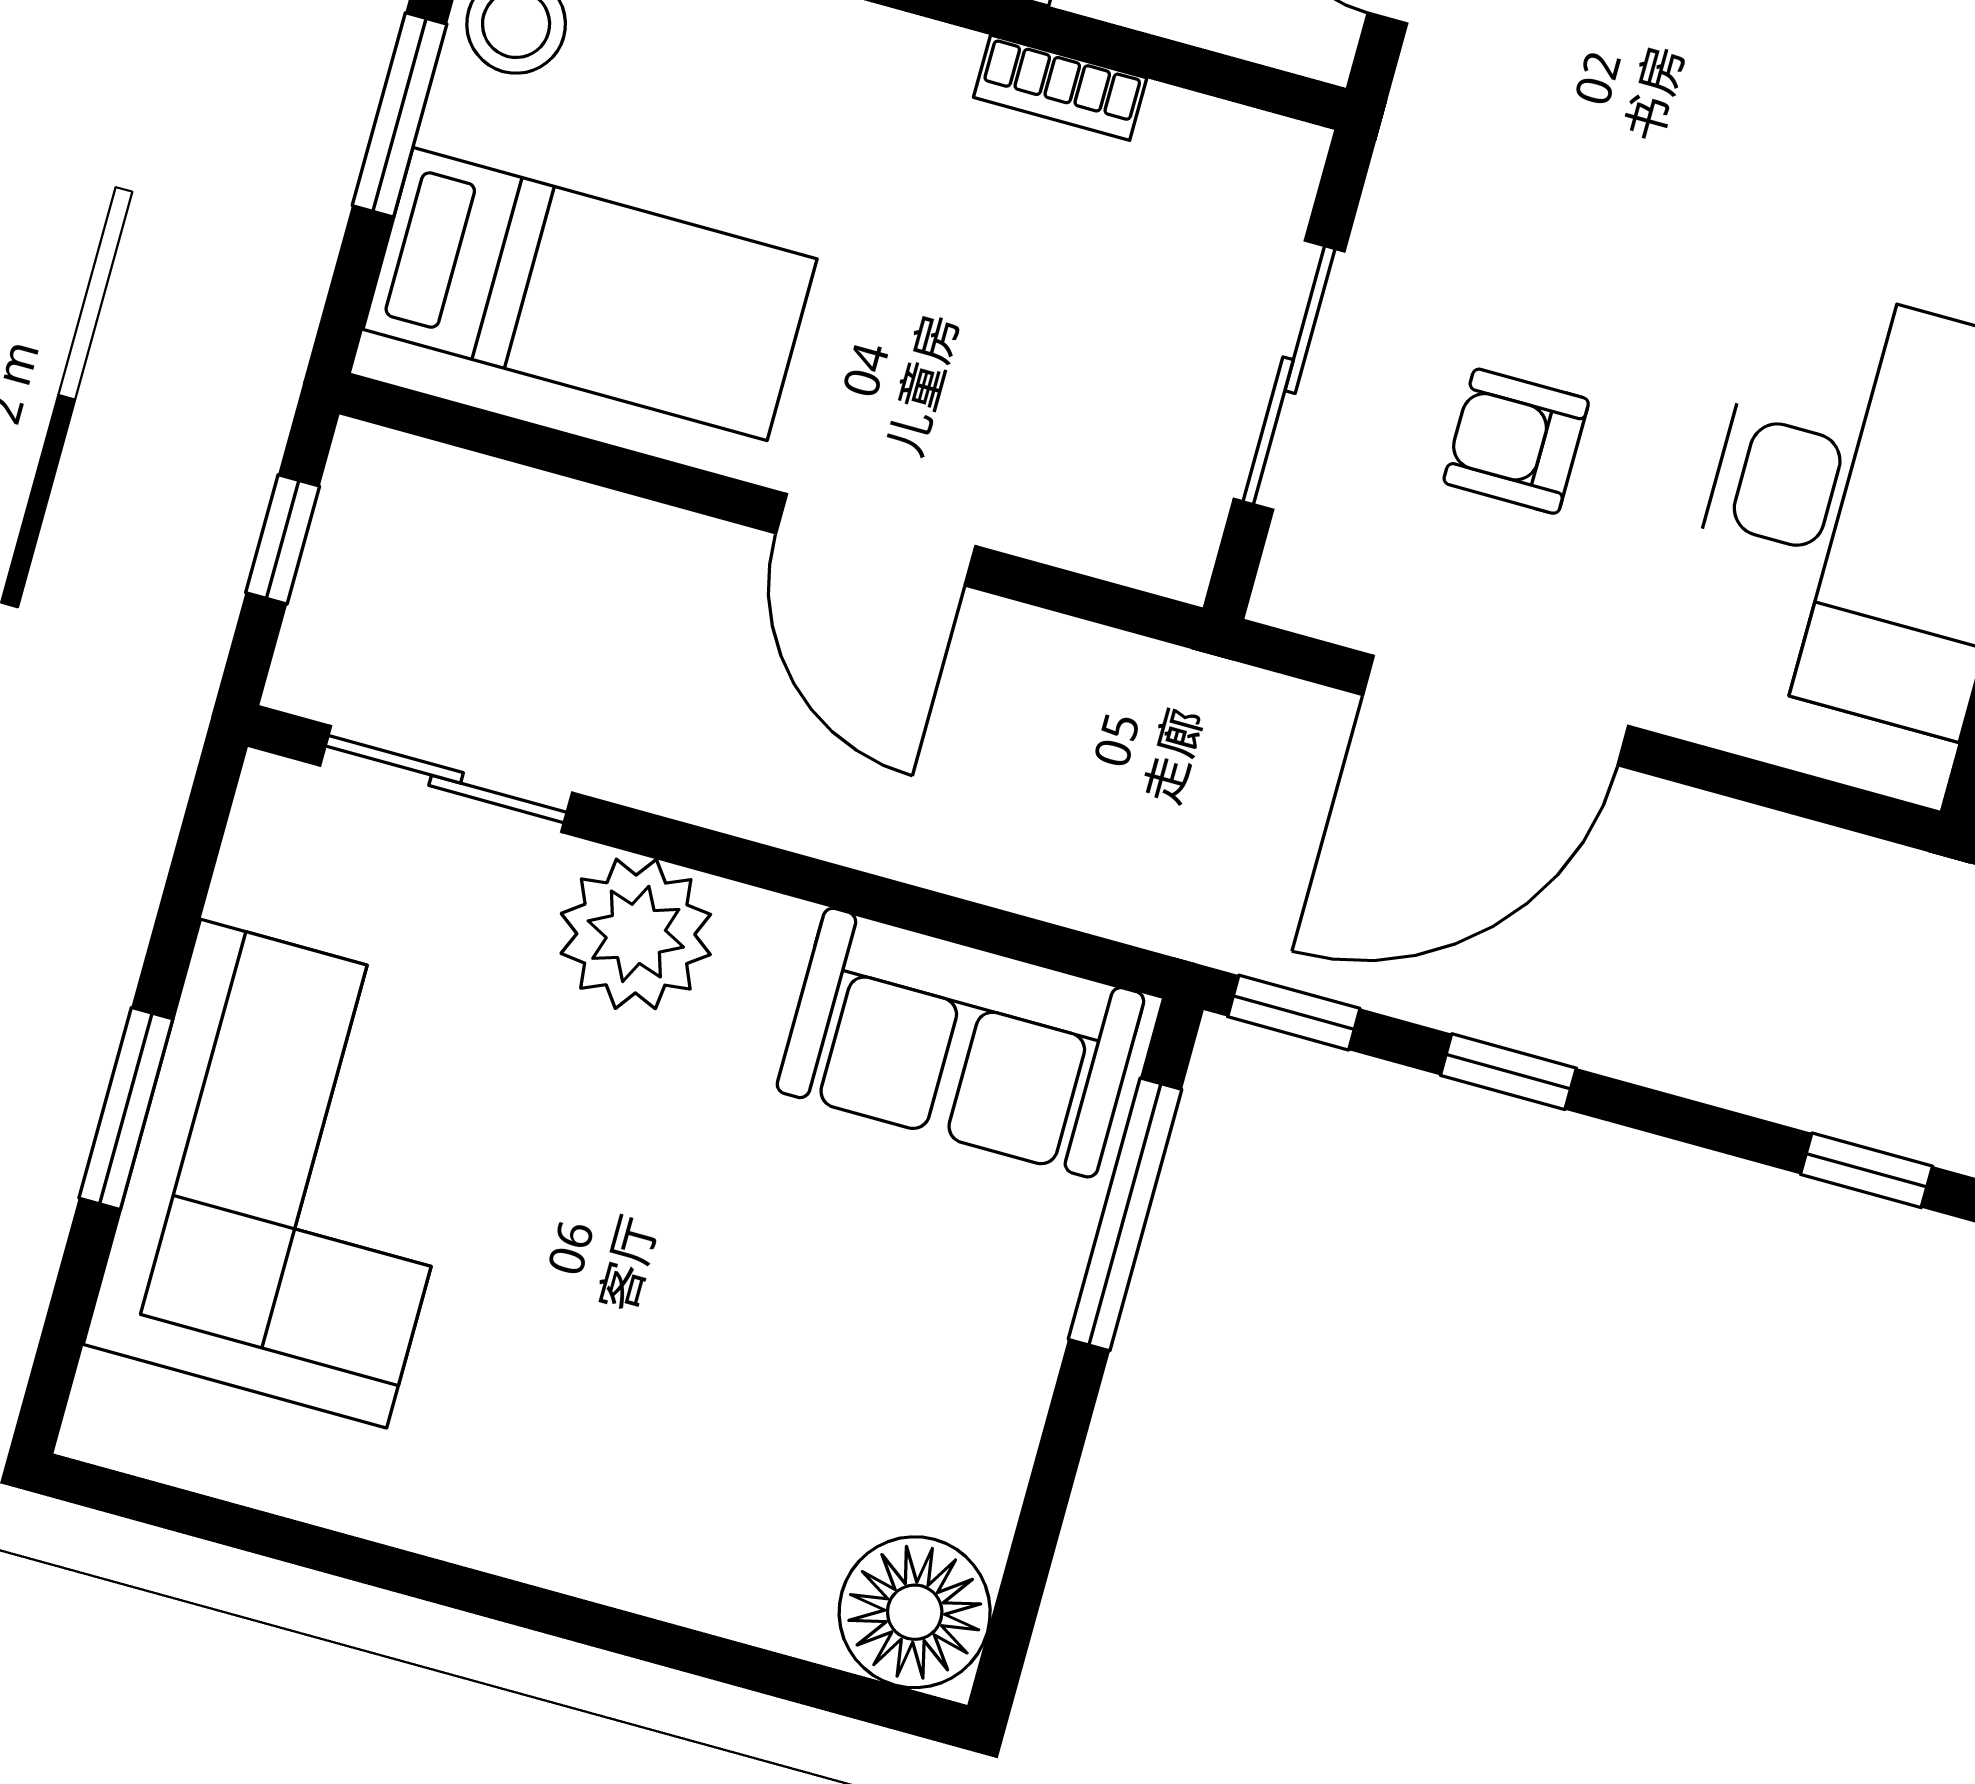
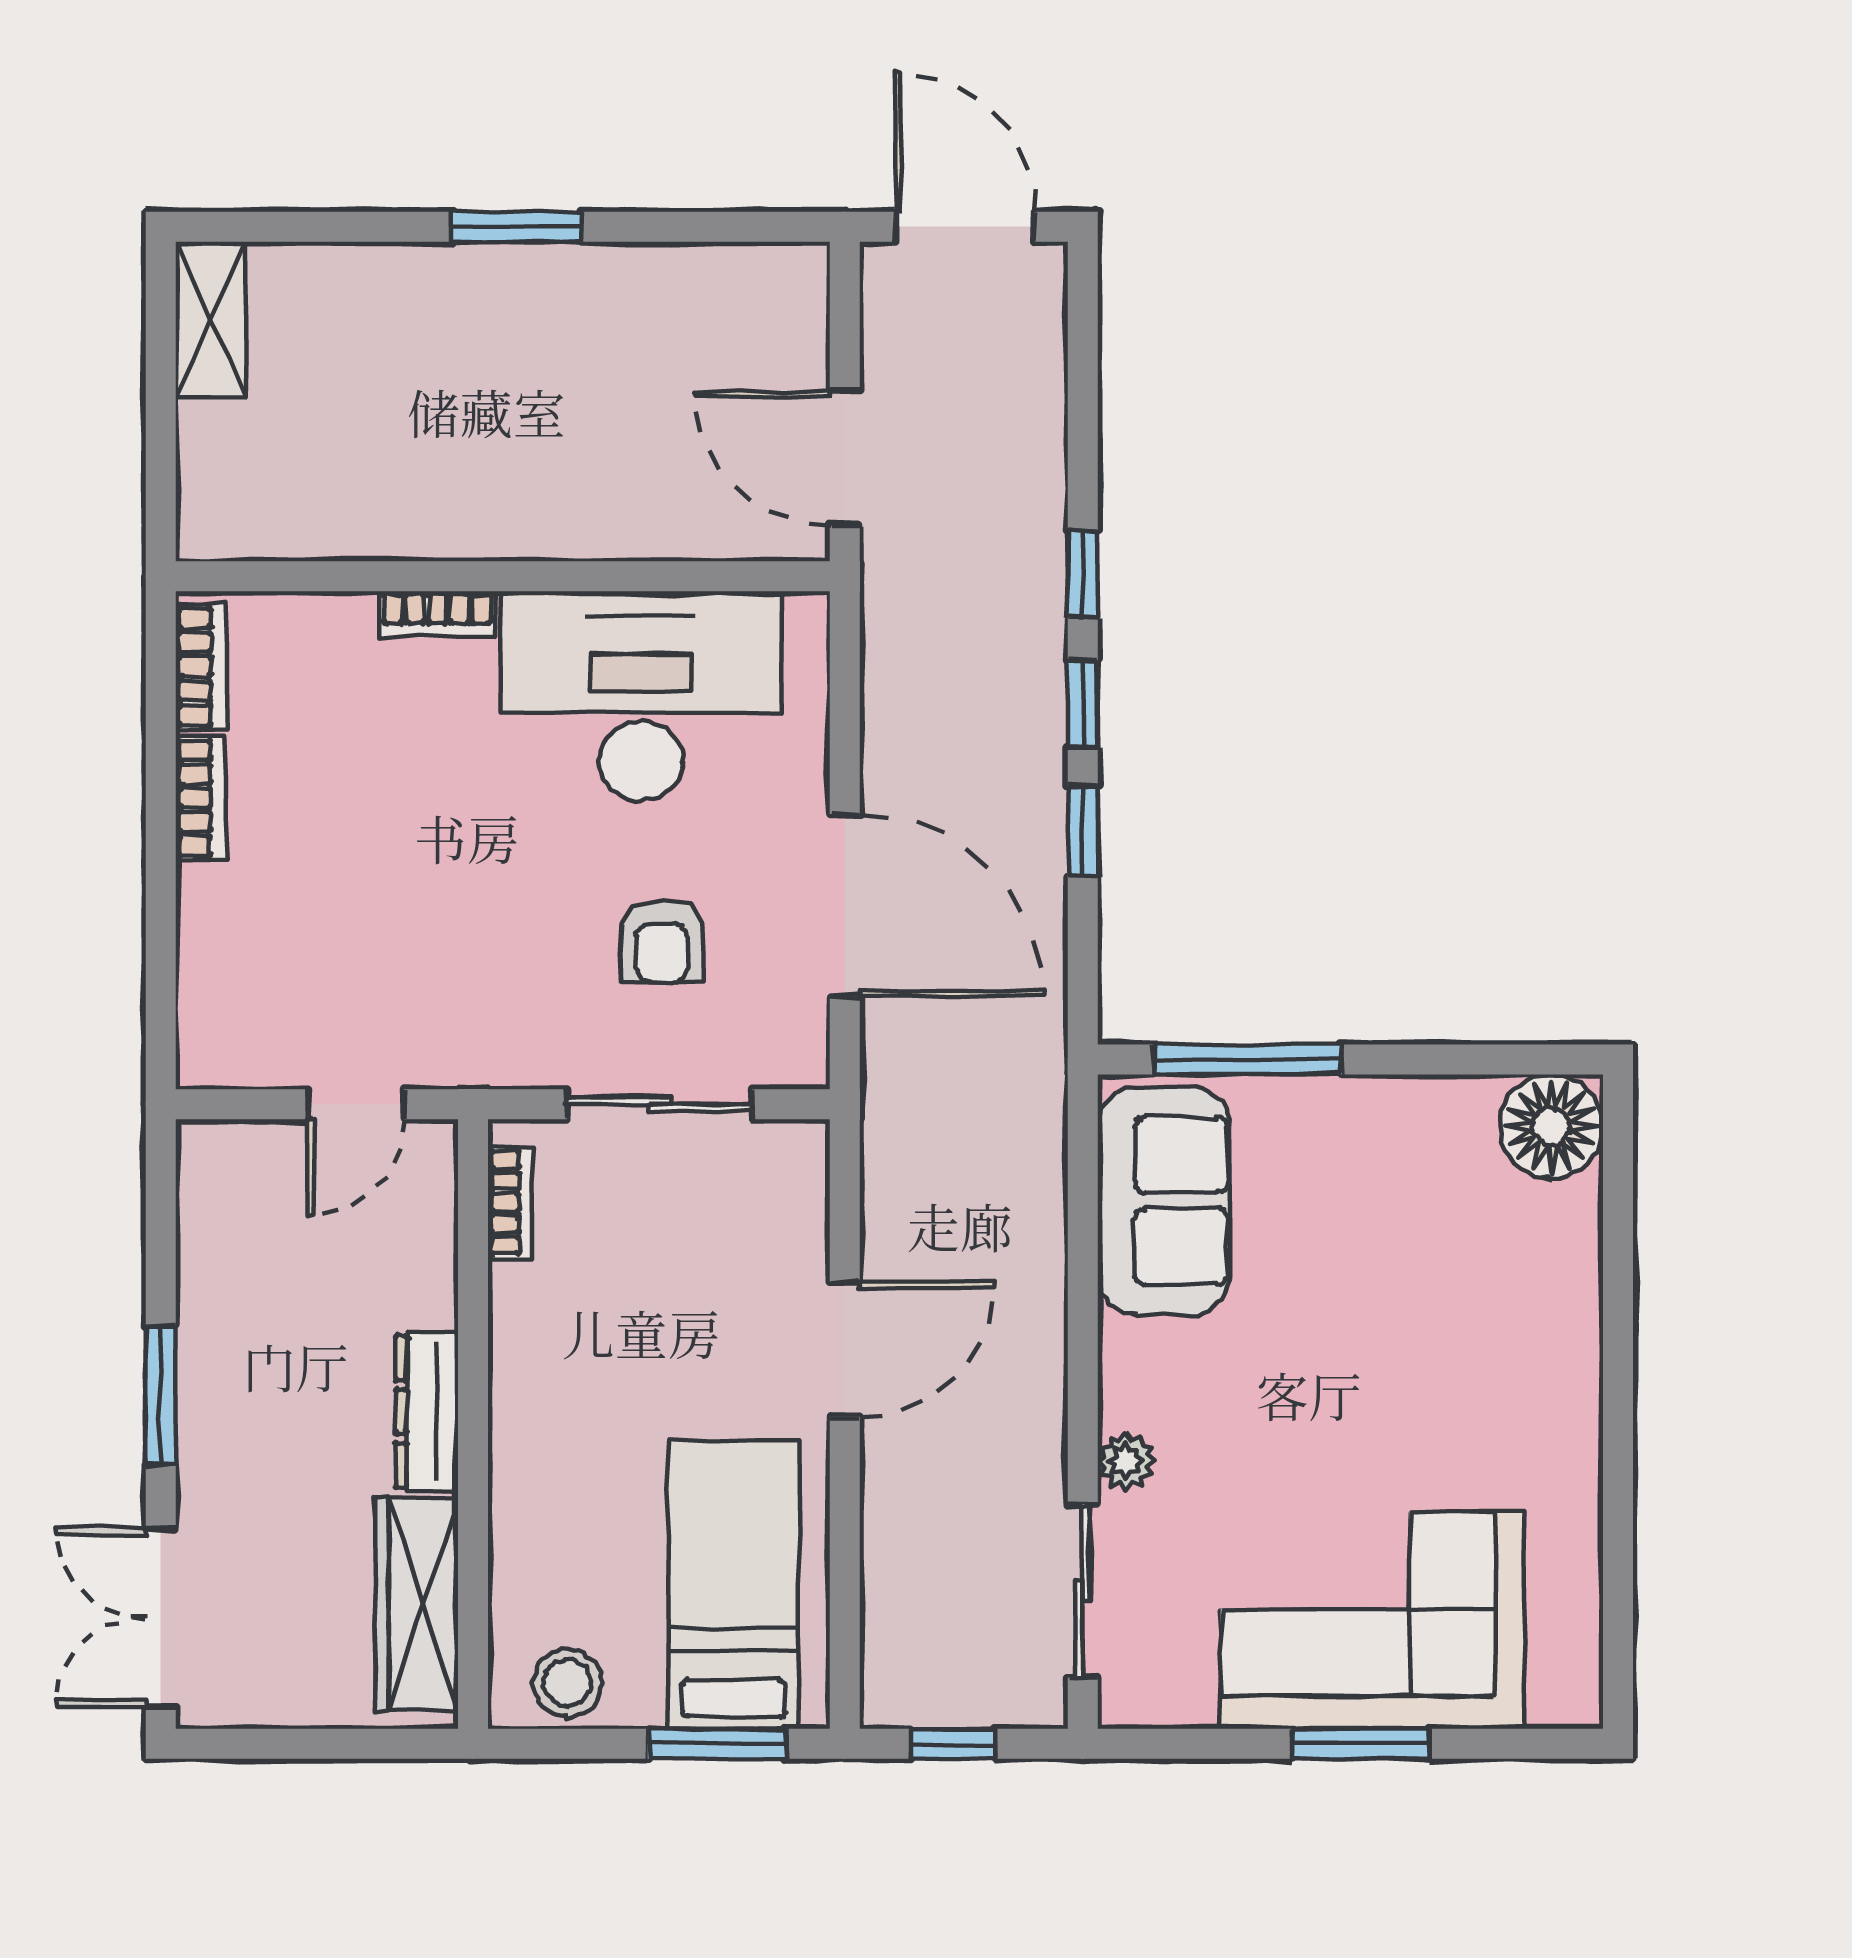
bookcase: (1060, 88) -> (510, 1203), moved
window: (400, 115) -> (717, 1744), moved
plant: (636, 934) -> (1126, 1461), width x0.53, depth x0.53
window: (1294, 1013) -> (1083, 704), moved

